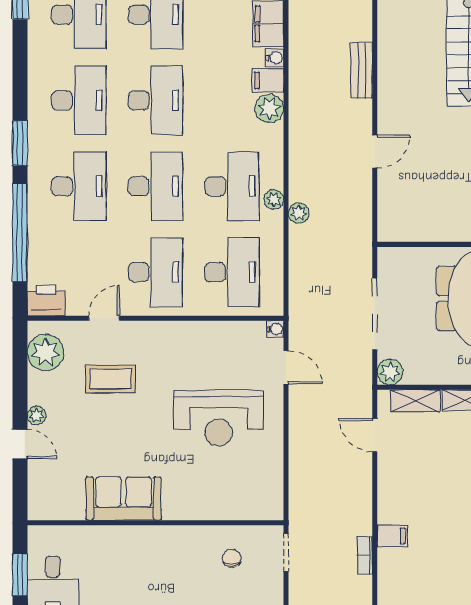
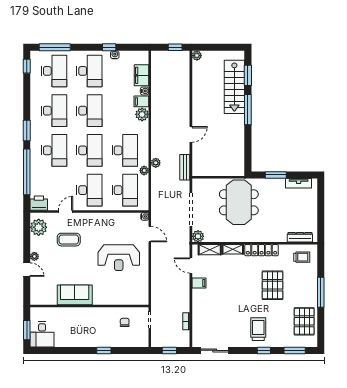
bench: (362, 70) -> (185, 167), moved
plant: (274, 200) -> (144, 171), moved
filing cabinet: (392, 536) -> (199, 283), moved

